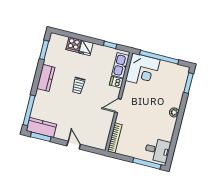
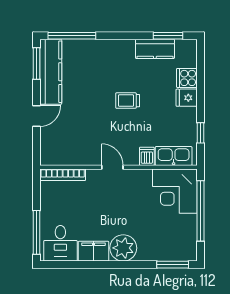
kitchen counter: (46, 78) -> (155, 49), moved
plant: (174, 112) -> (123, 248), width x1.88, depth x1.88
kitchen counter: (41, 127) -> (51, 72), width x1.50
filing cabinet: (168, 131) -> (94, 251), added

